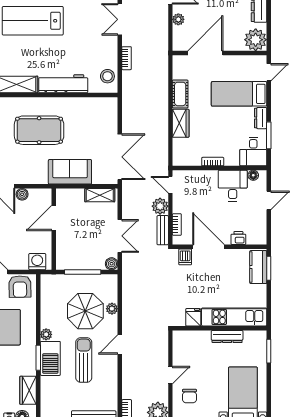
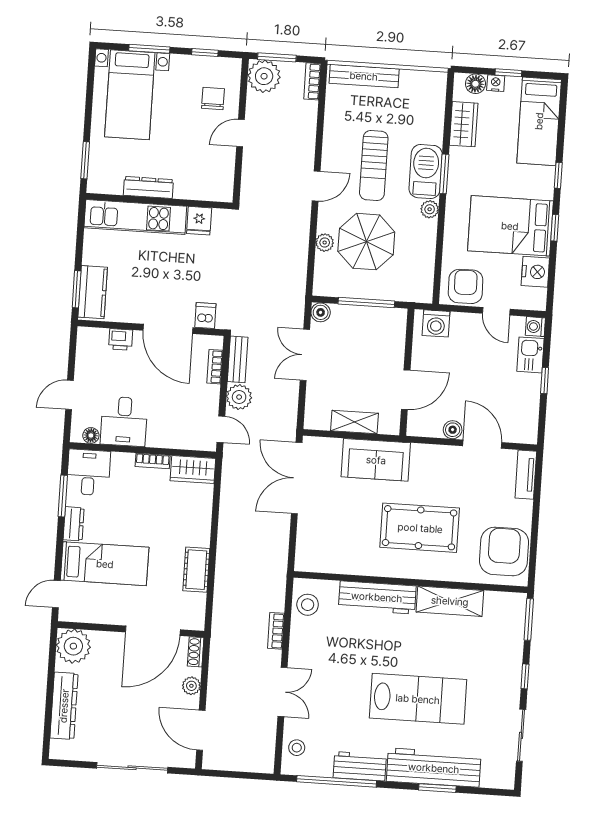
shoe rack: (177, 41) -> (196, 652), added
wardrobe: (181, 123) -> (193, 470), moved, turned -90
shelving: (100, 195) -> (354, 422), moved

